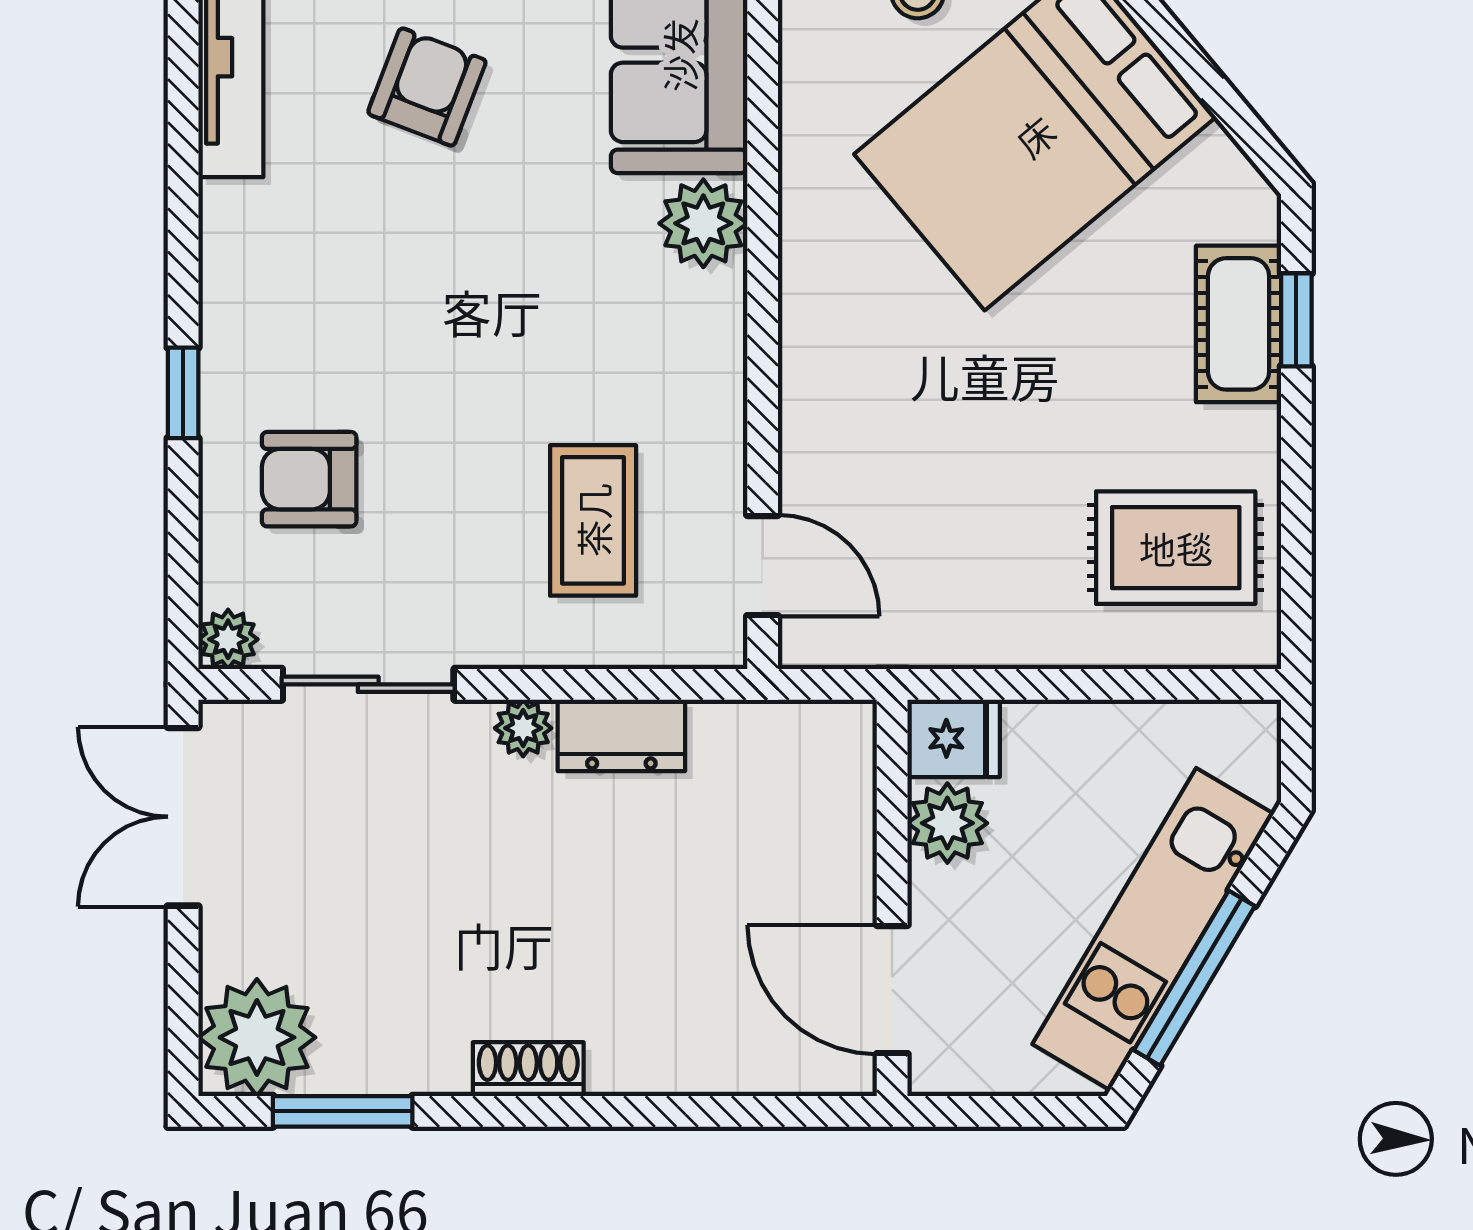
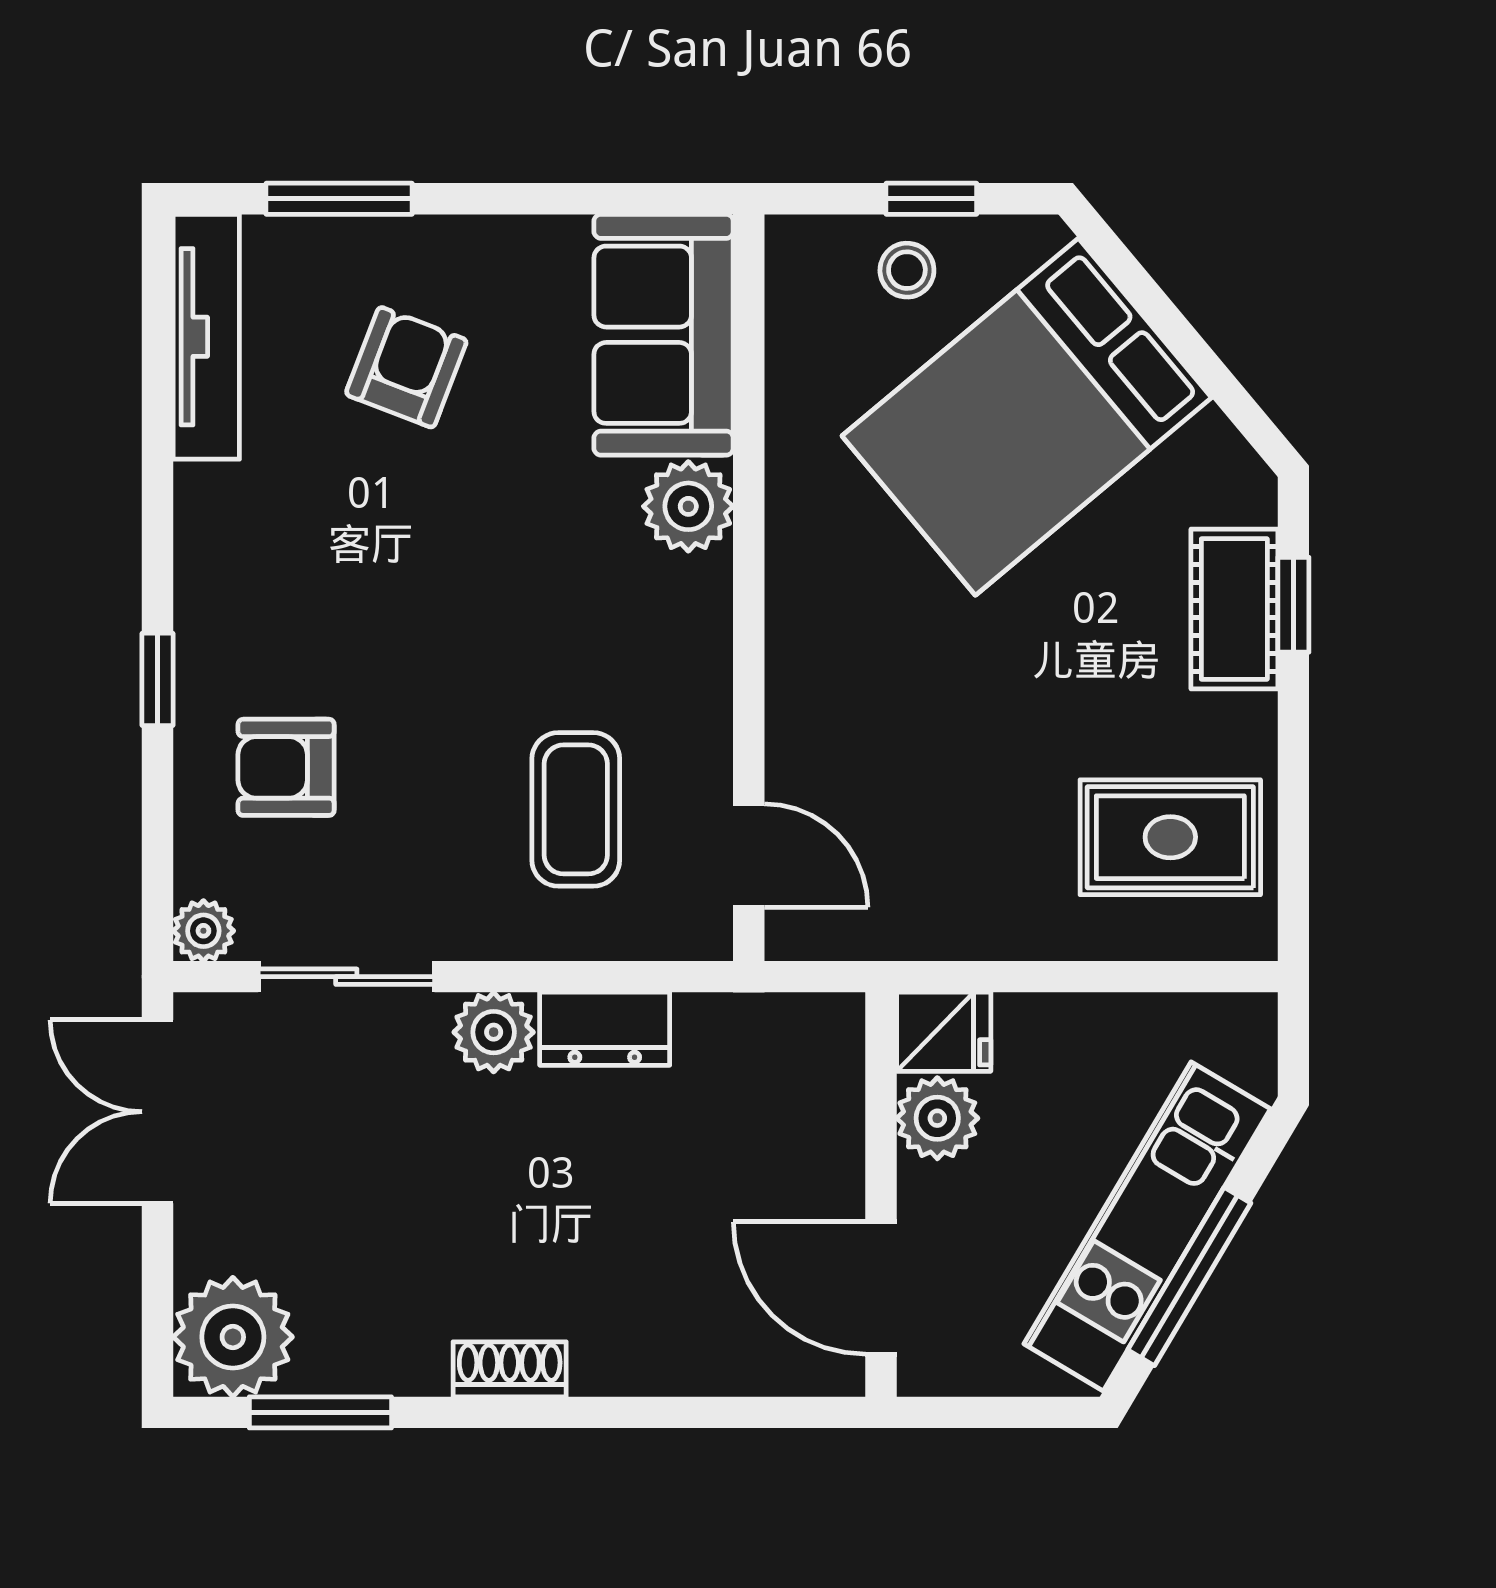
plant: (523, 728) -> (494, 1032), width x1.38, depth x1.38

